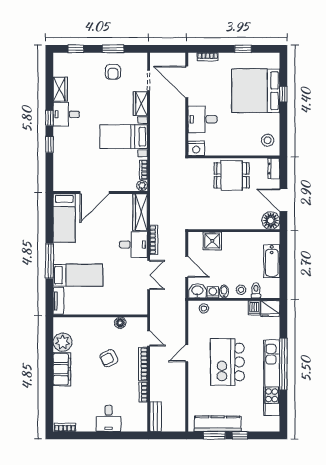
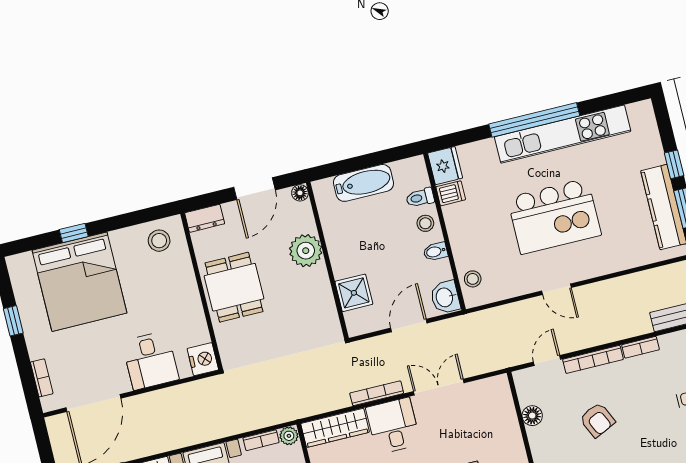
plant: (242, 220) -> (306, 251), added
floor lamp: (271, 221) -> (300, 193), width x0.53, depth x0.53
washing machine: (213, 292) -> (441, 270), removed

